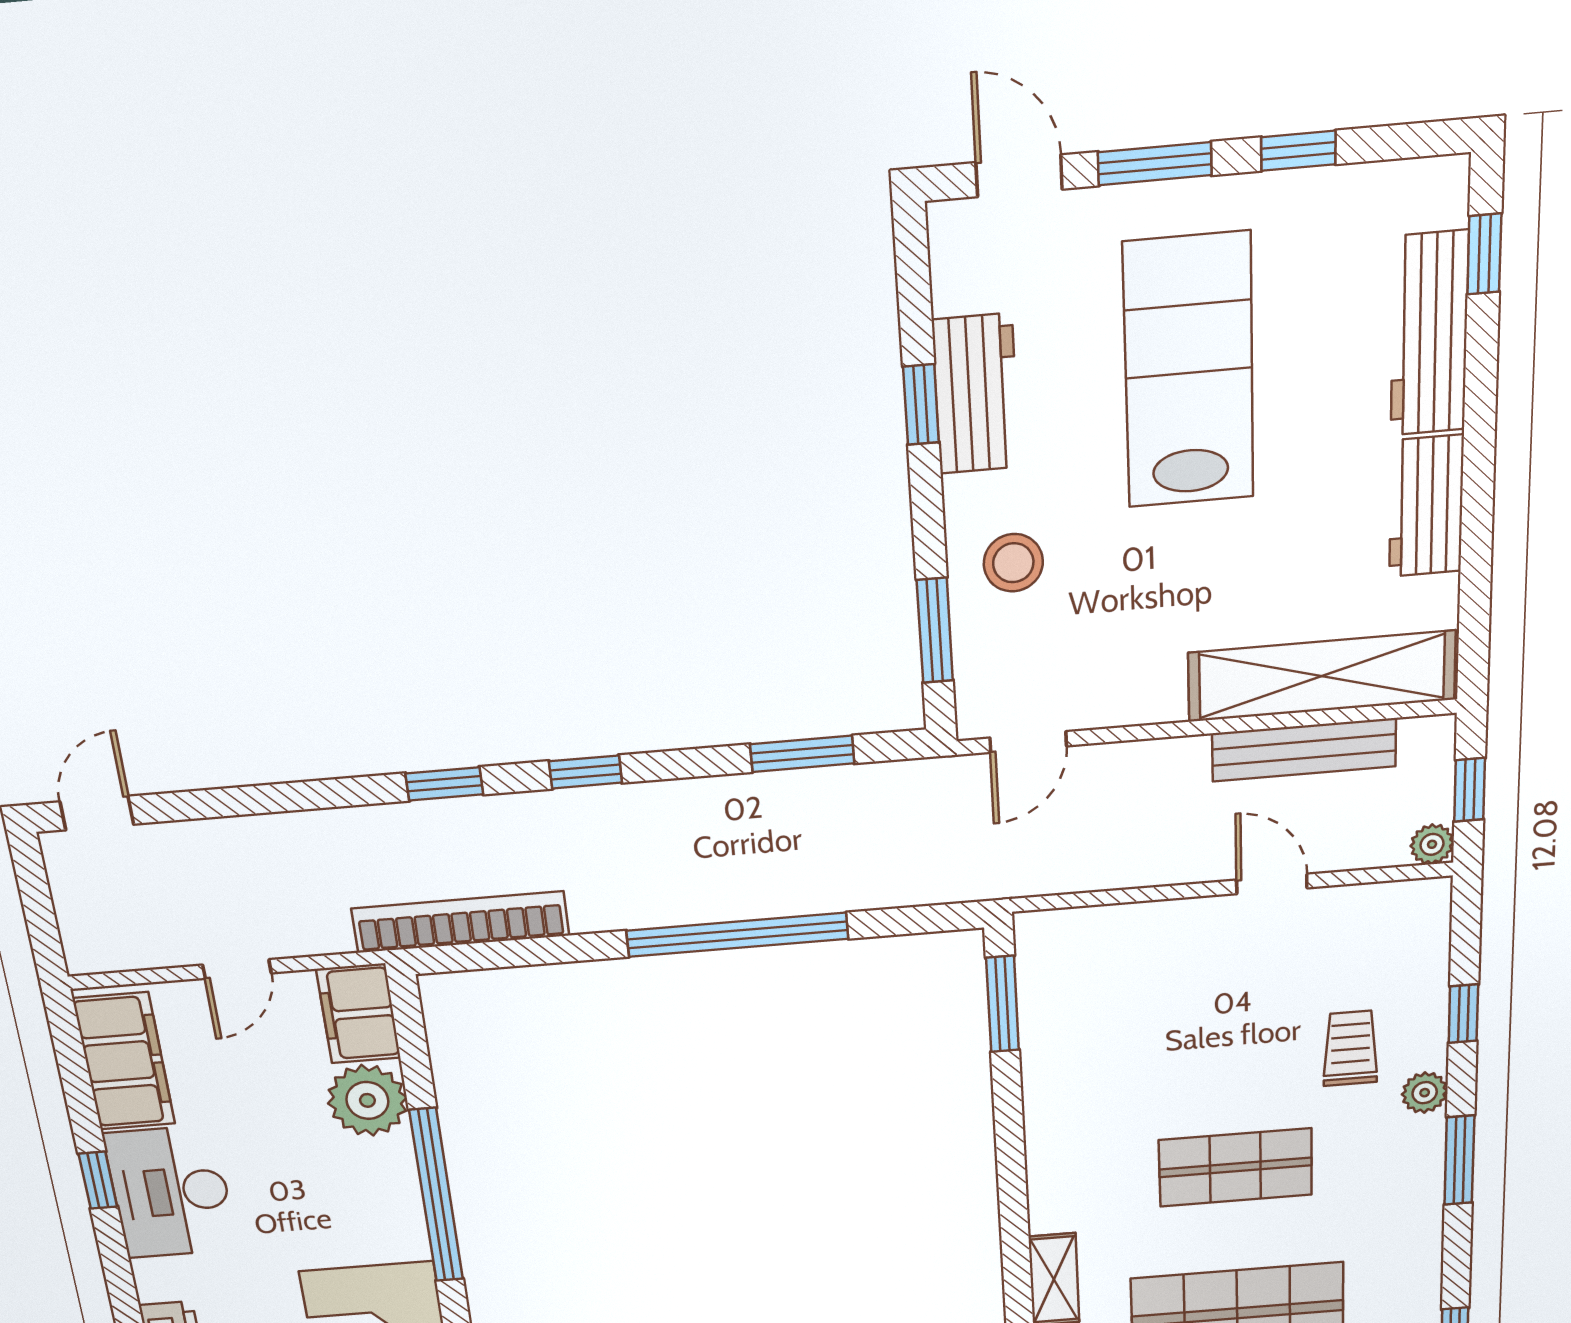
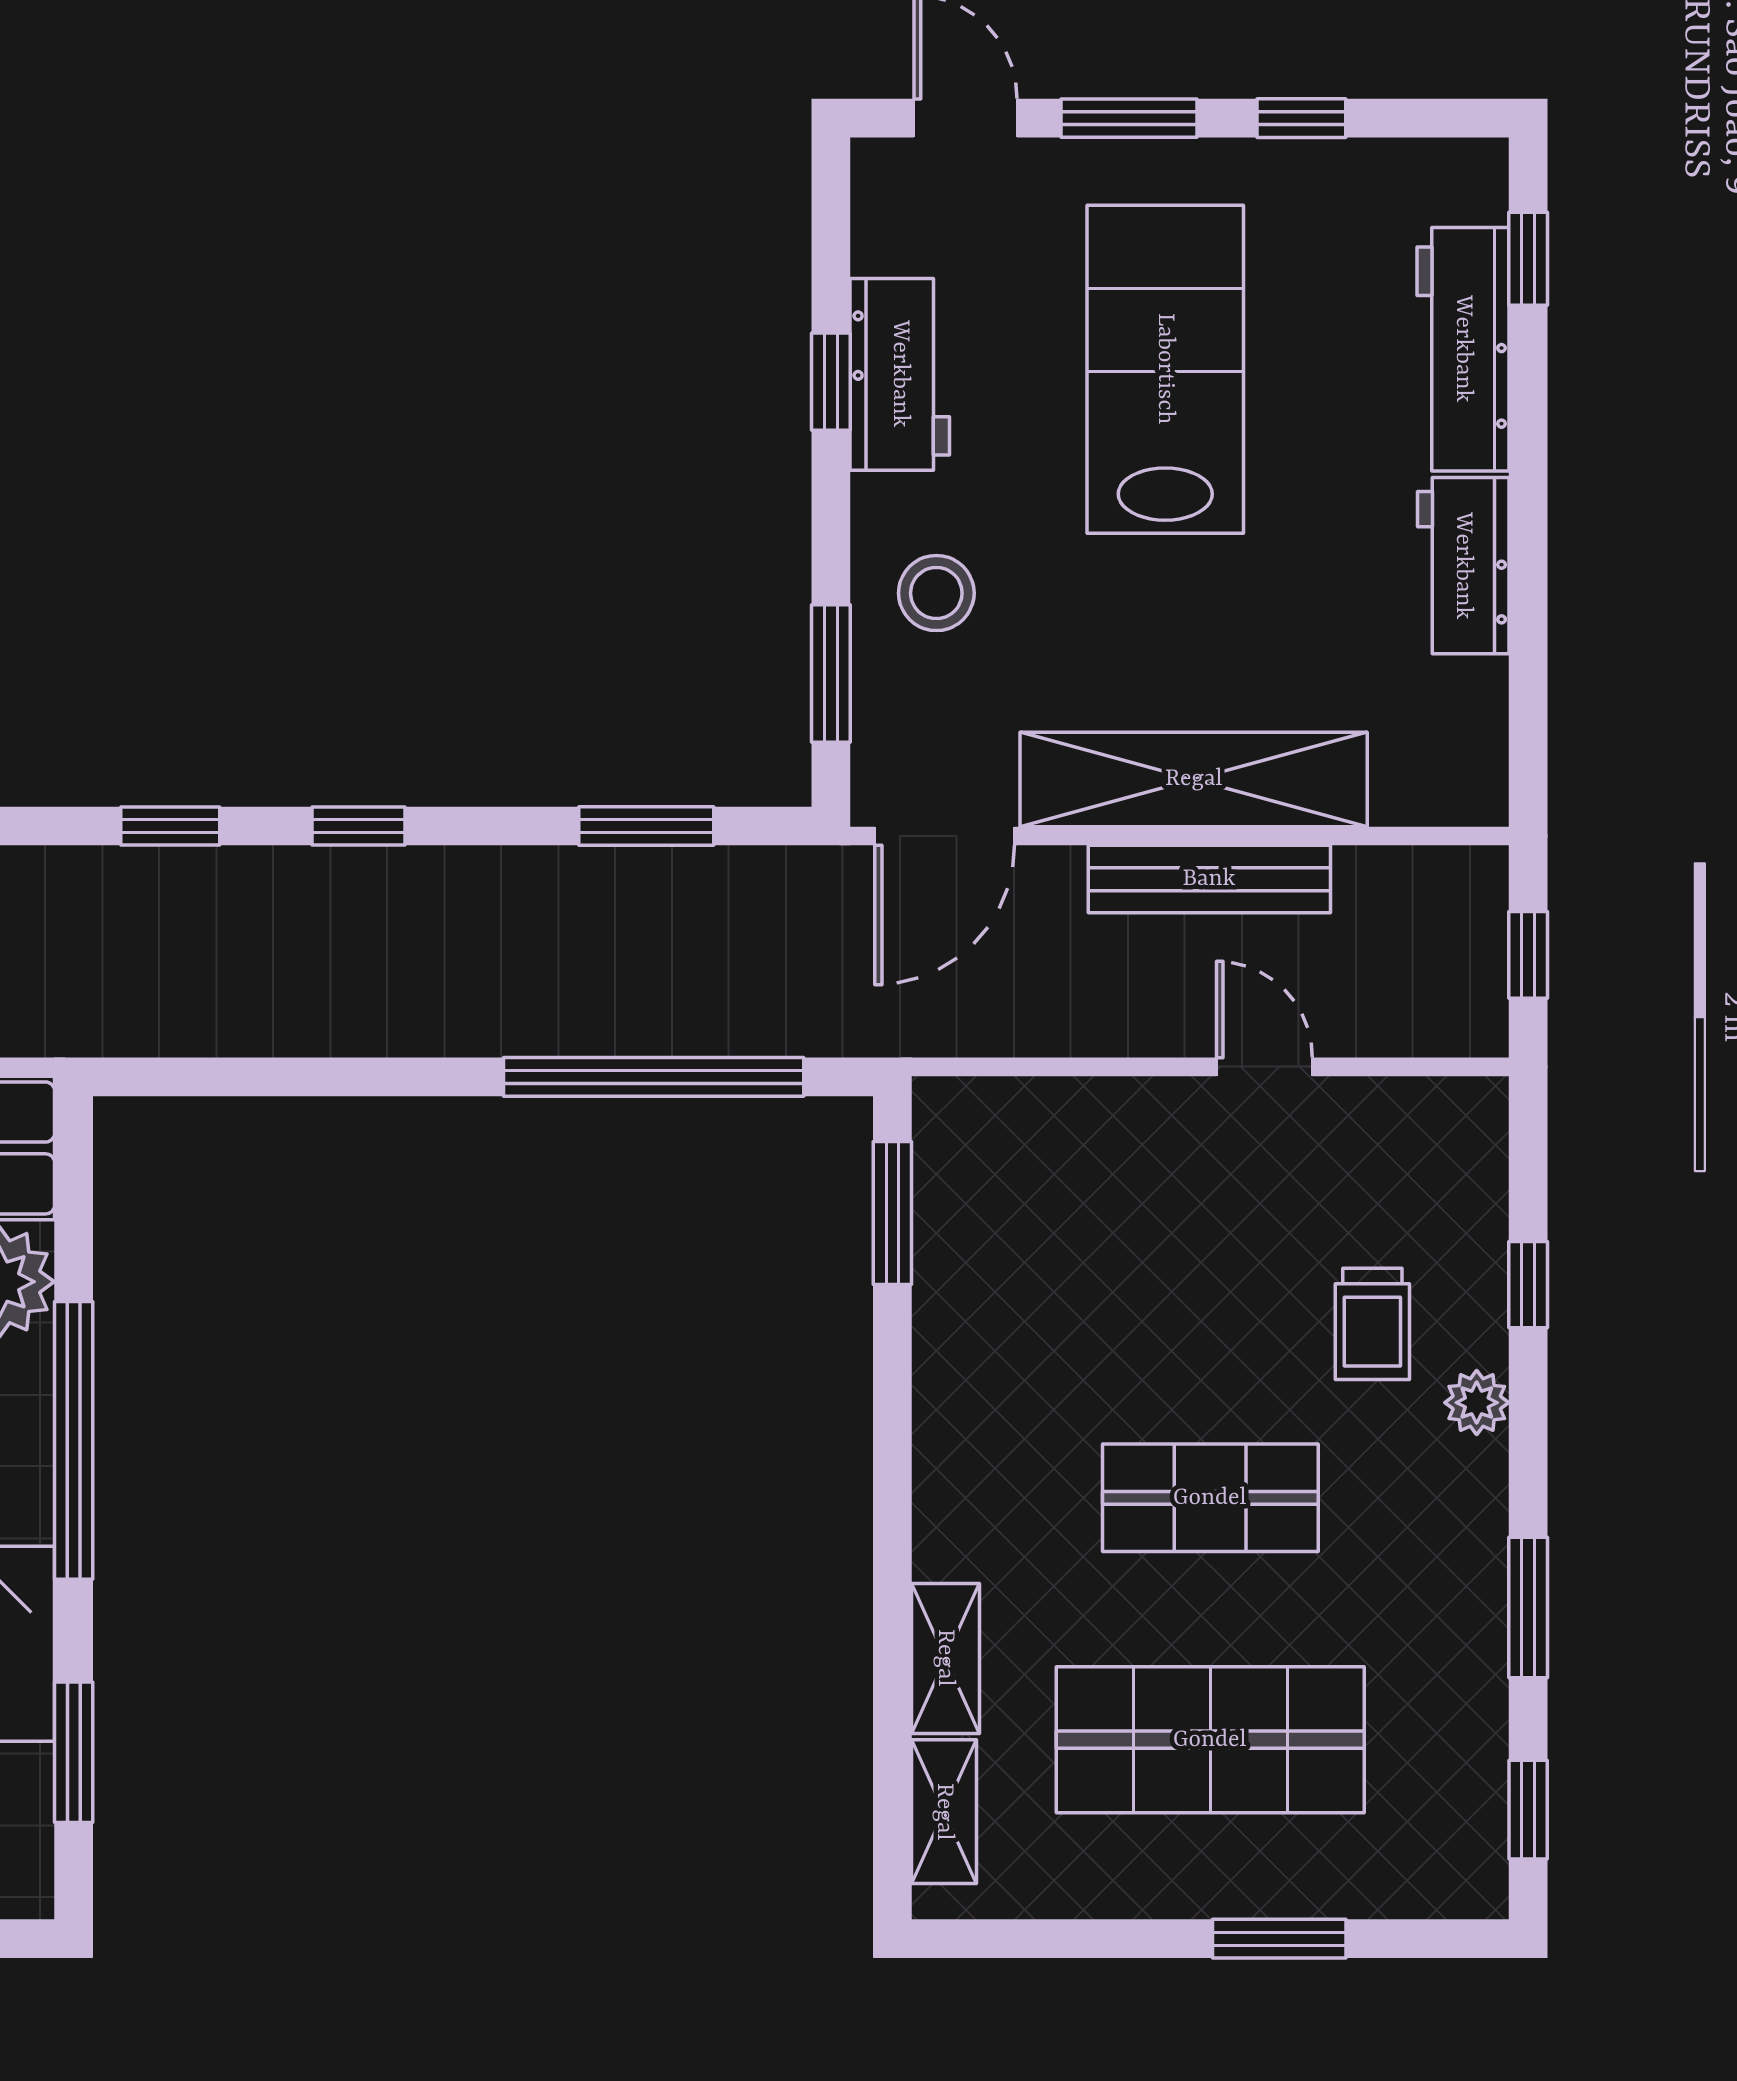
shelving: (1322, 676) -> (1194, 779), moved
door: (1028, 742) -> (945, 836), width x1.38
bench: (1304, 750) -> (1209, 879), moved
plant: (1432, 844) -> (1480, 1028), removed
bookcase: (460, 922) -> (165, 1025), removed
window: (737, 935) -> (654, 1077), moved
trolley: (1351, 1048) -> (1372, 1324), turned 180
window: (1459, 1160) -> (1528, 1607), moved

